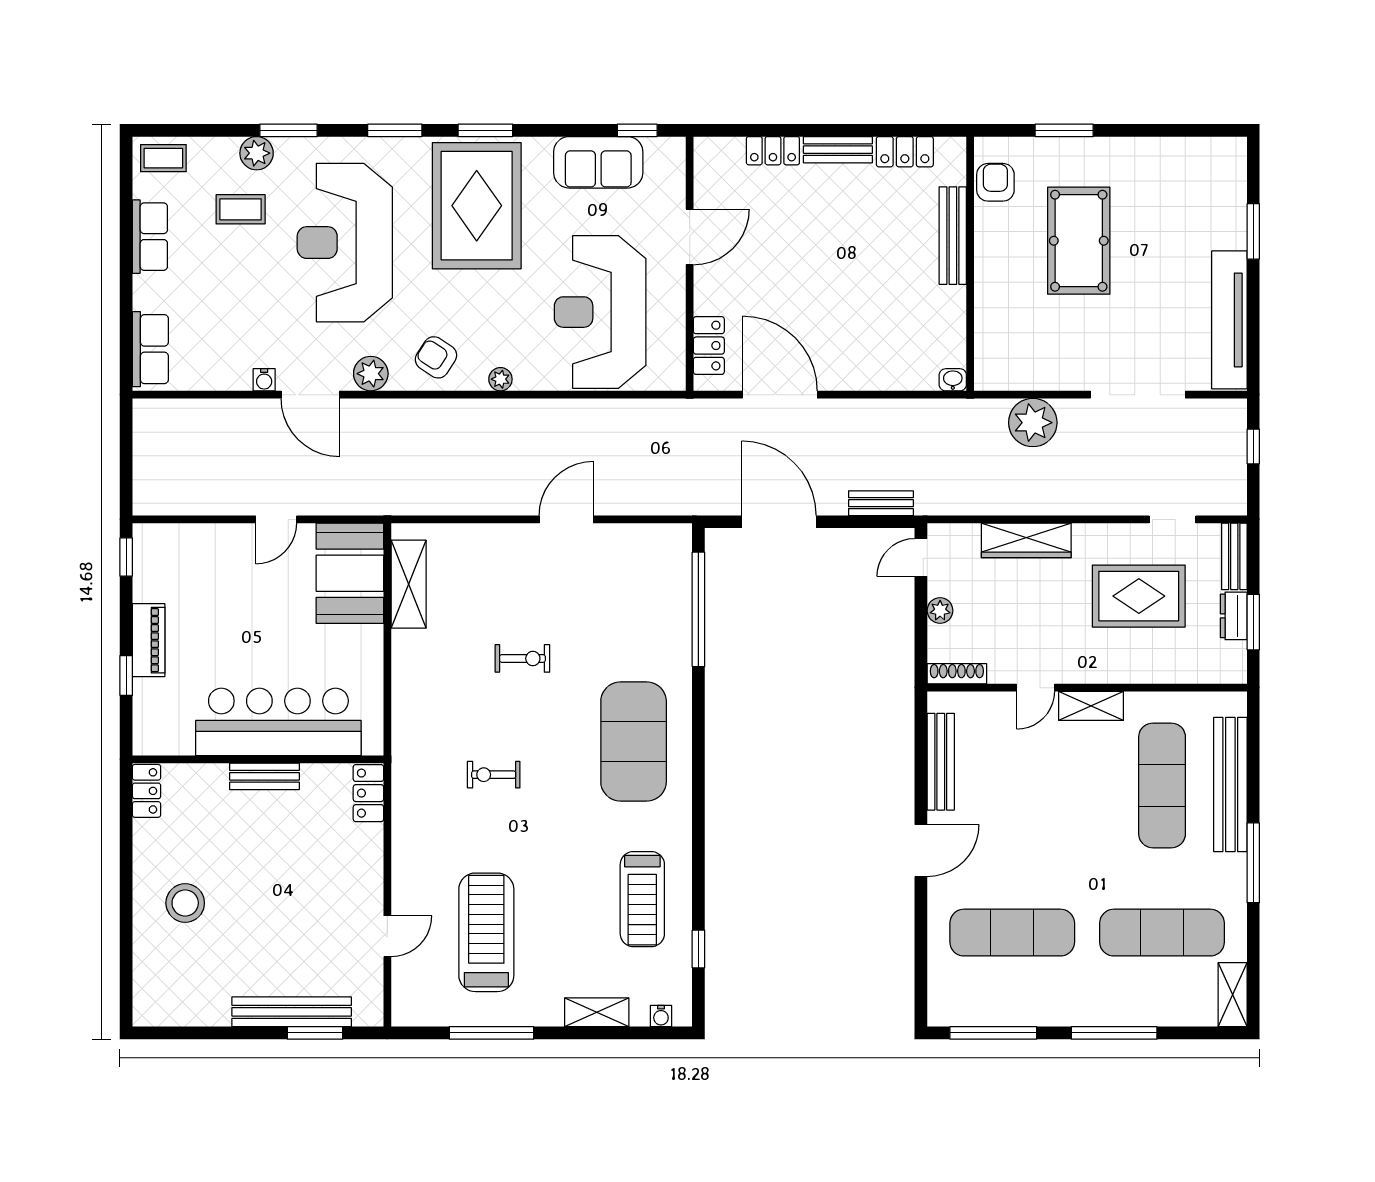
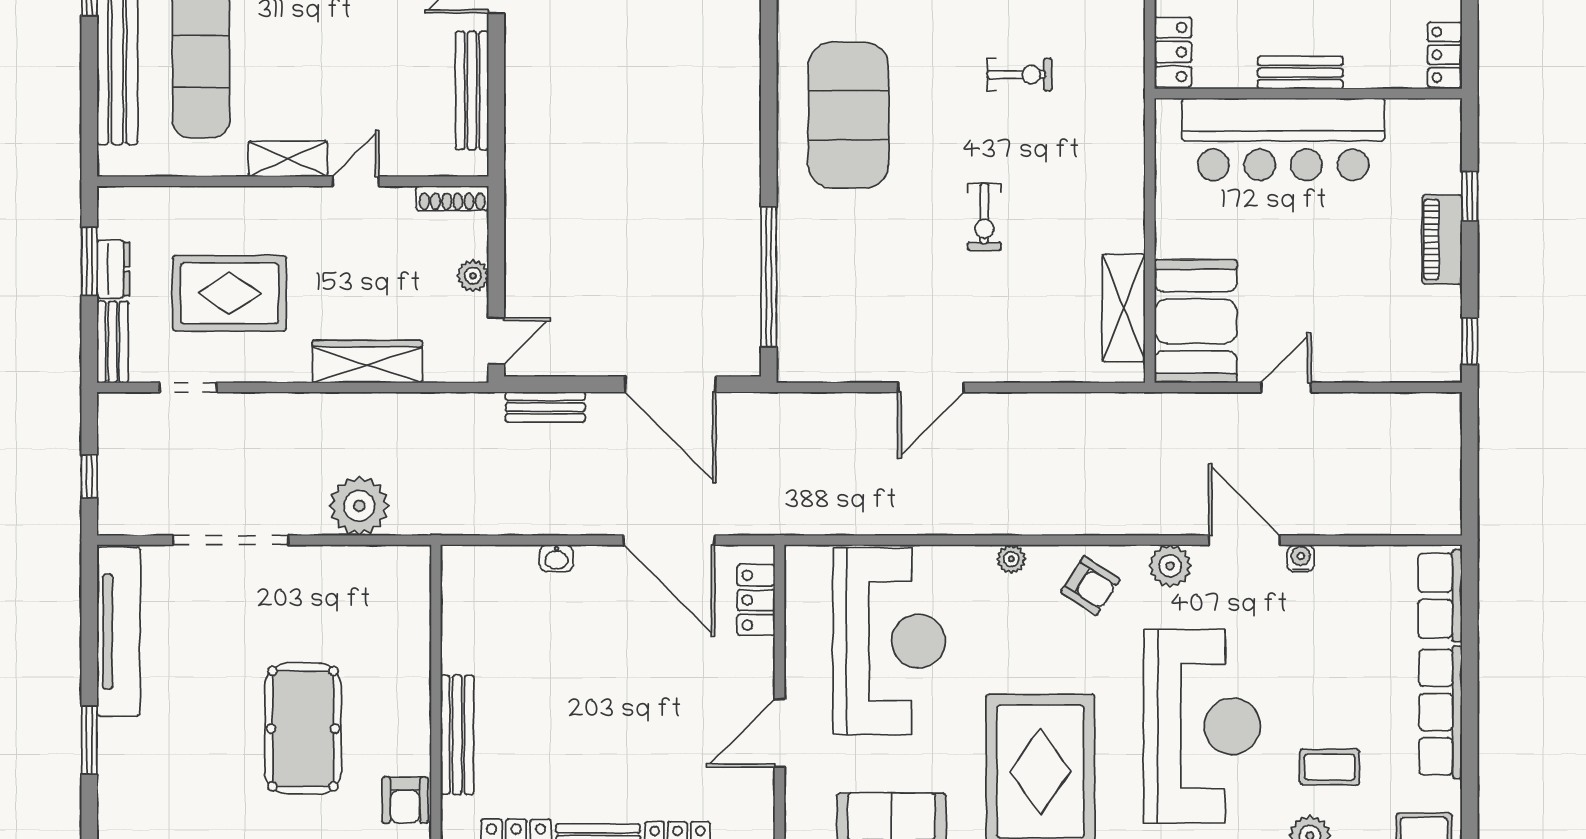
row of seats: (150, 237) -> (1441, 712), width x1.48
washbasin: (953, 380) -> (556, 558), moved
exercise bike: (522, 658) -> (984, 217), turned -90

